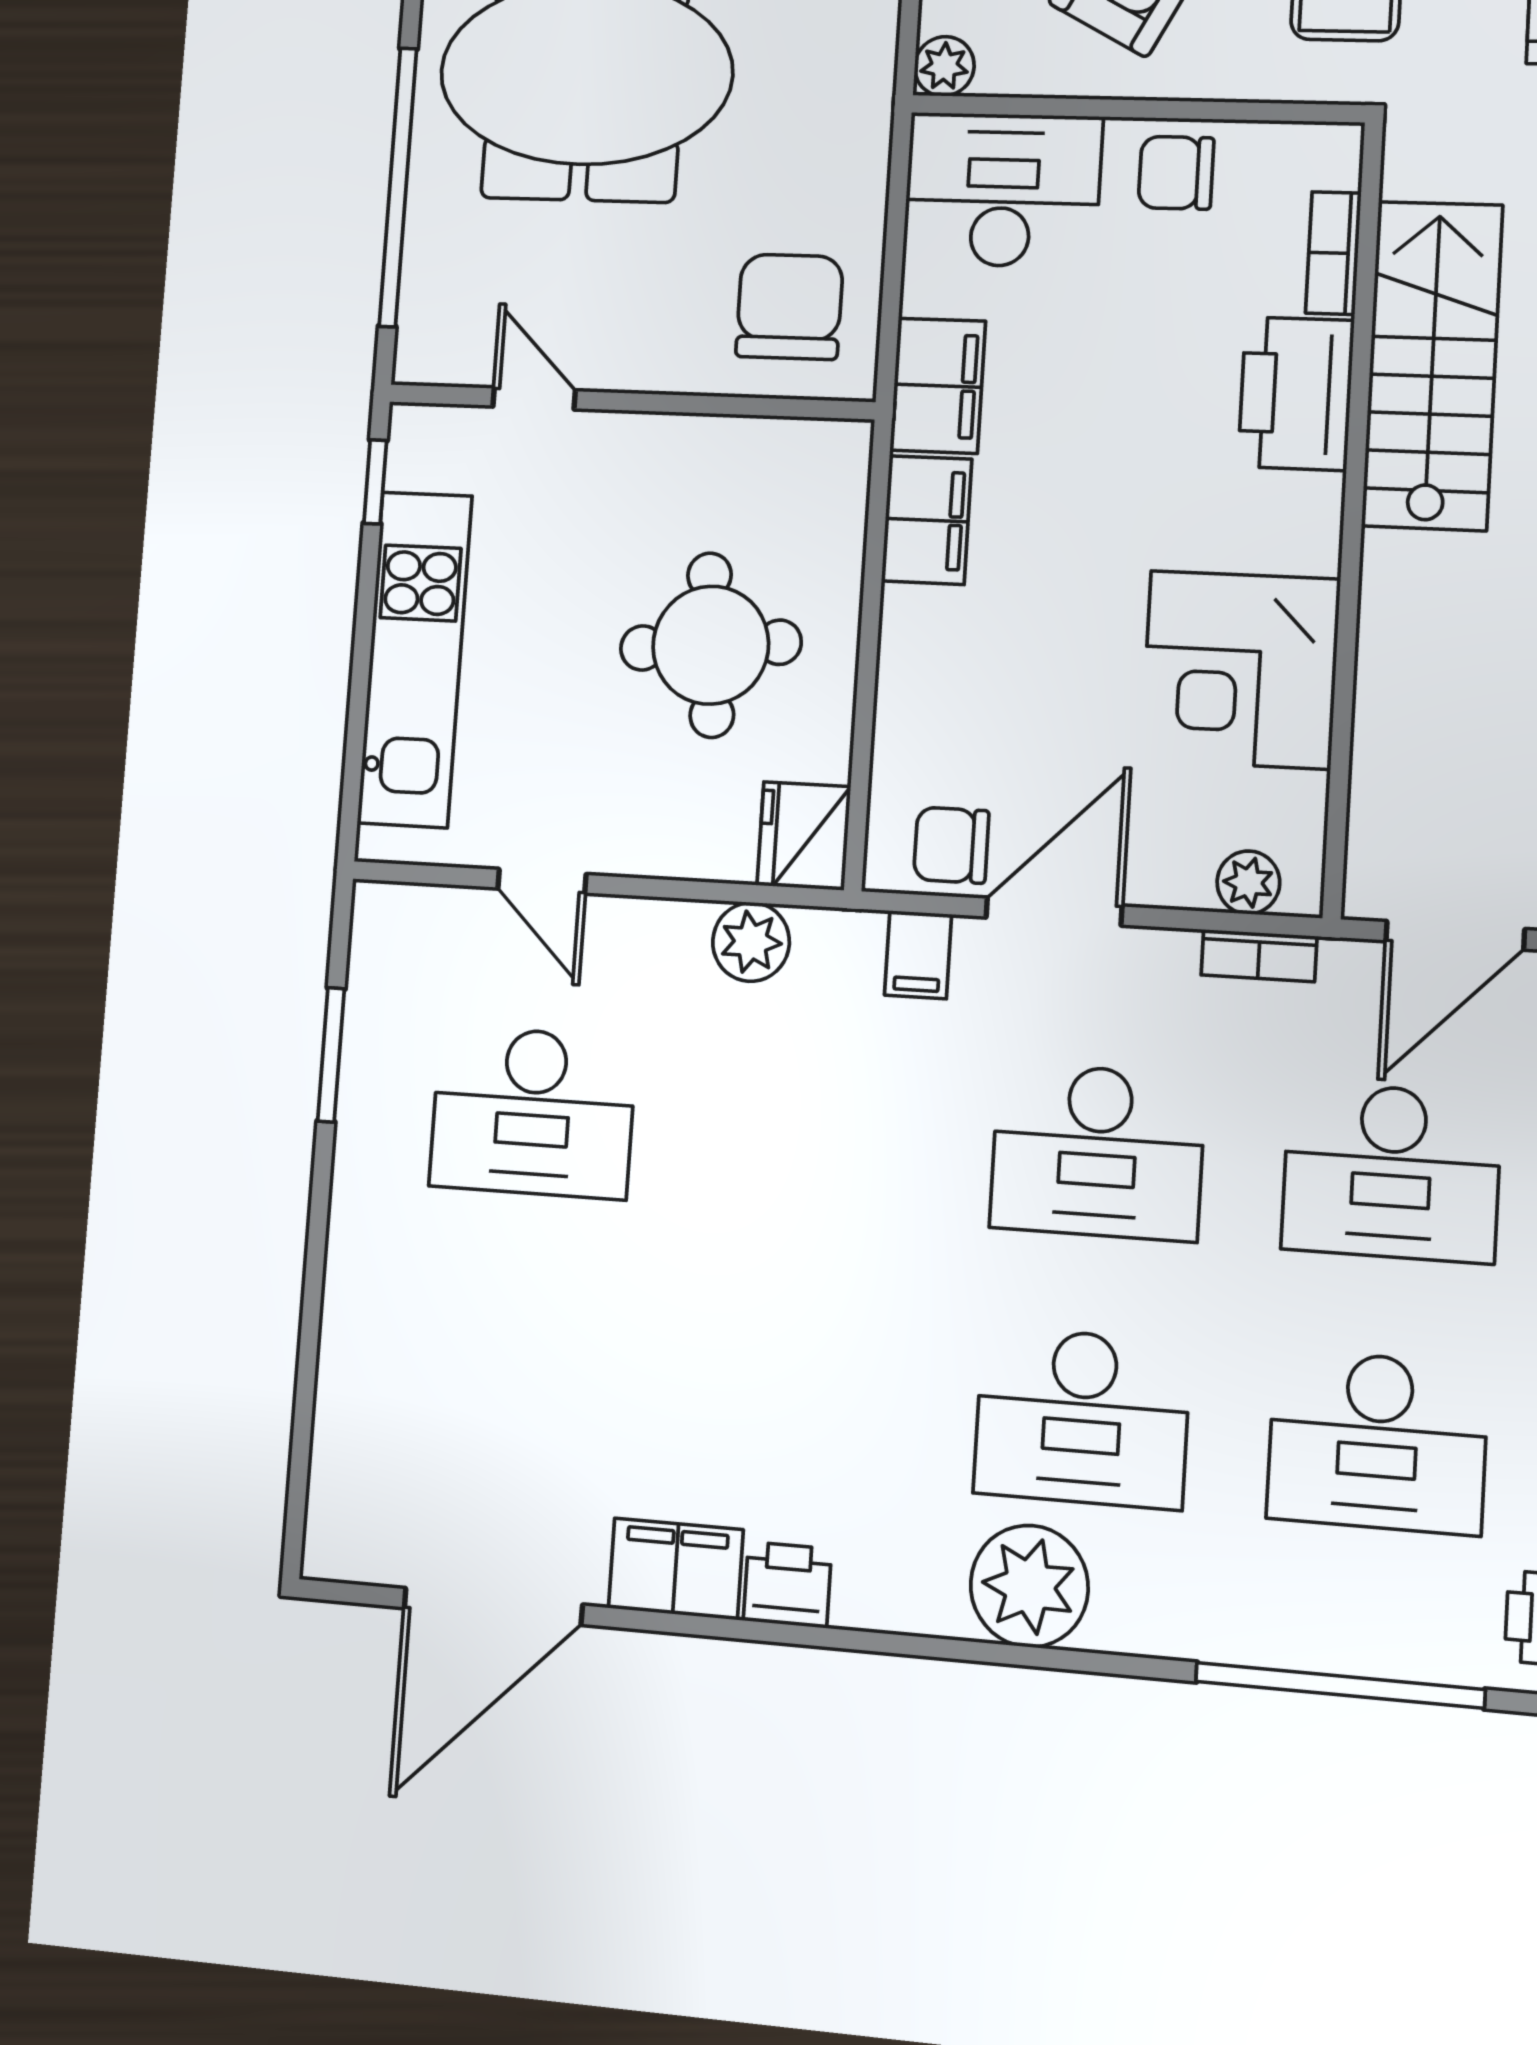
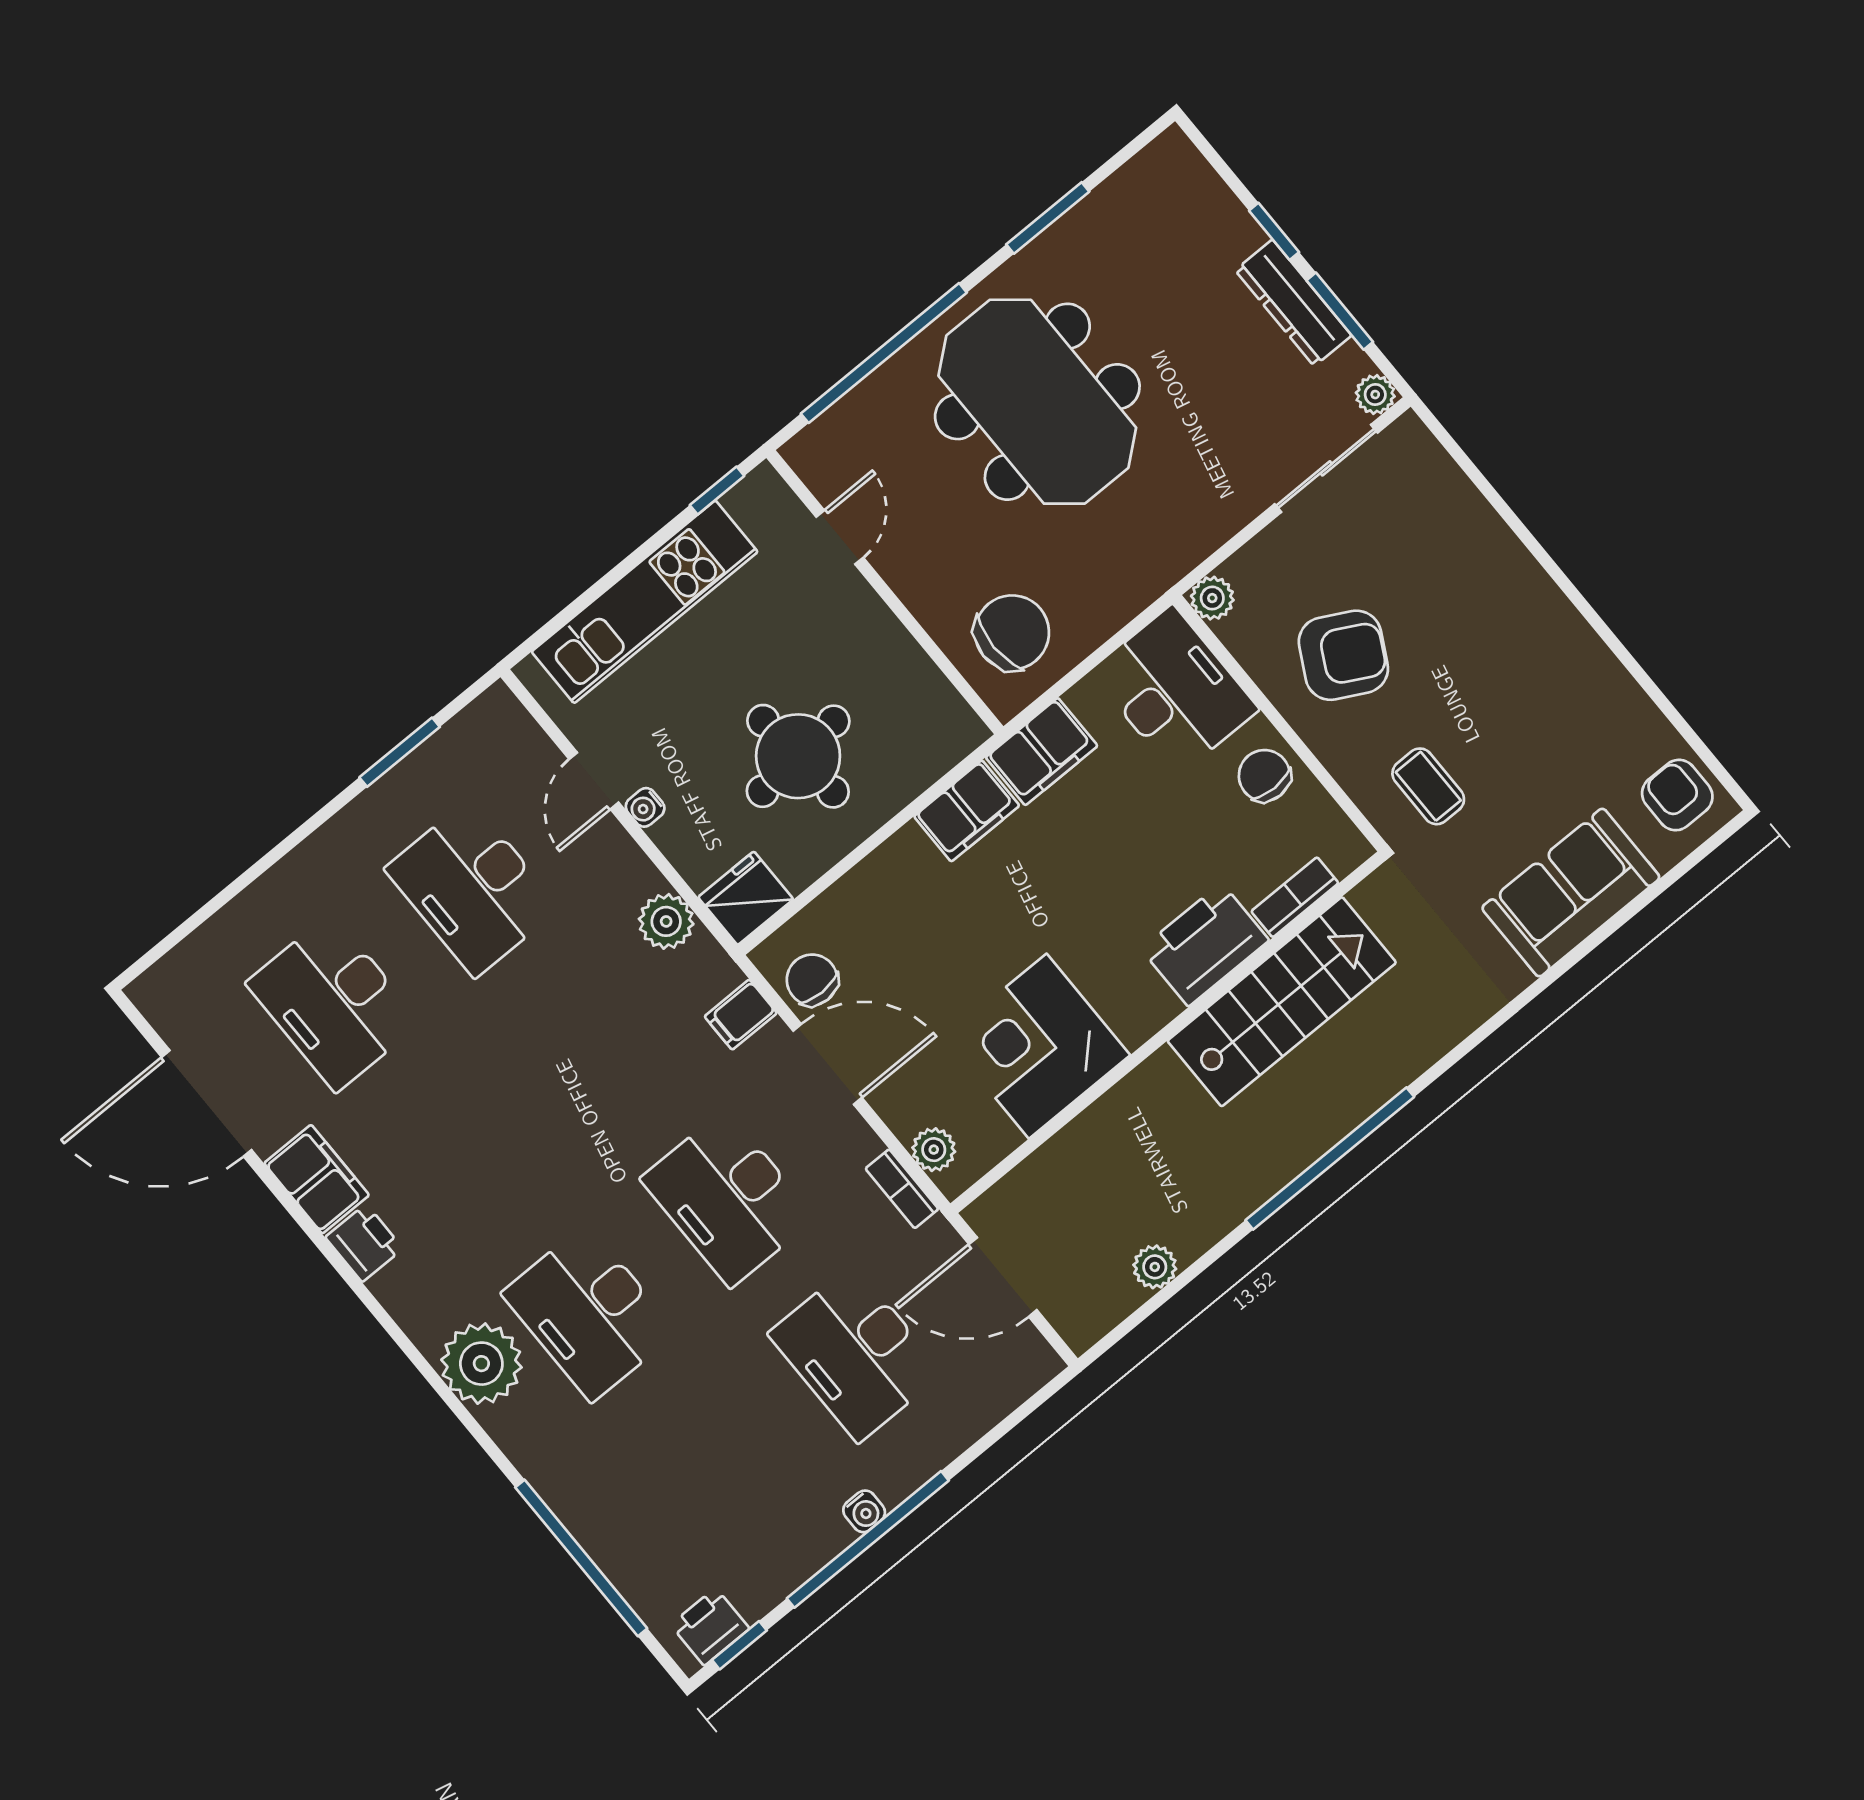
water cooler: (617, 853) -> (645, 807), added
desk: (1377, 1442) -> (334, 1003), moved

